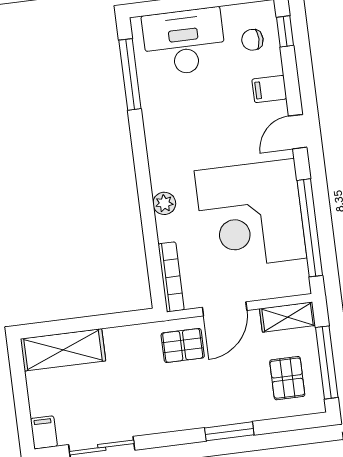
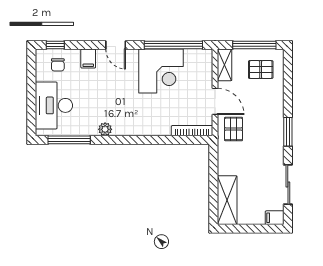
plant: (164, 203) -> (105, 129), moved
corner desk: (251, 214) -> (161, 71), width x0.74, depth x0.74
window: (229, 431) -> (288, 132), moved

